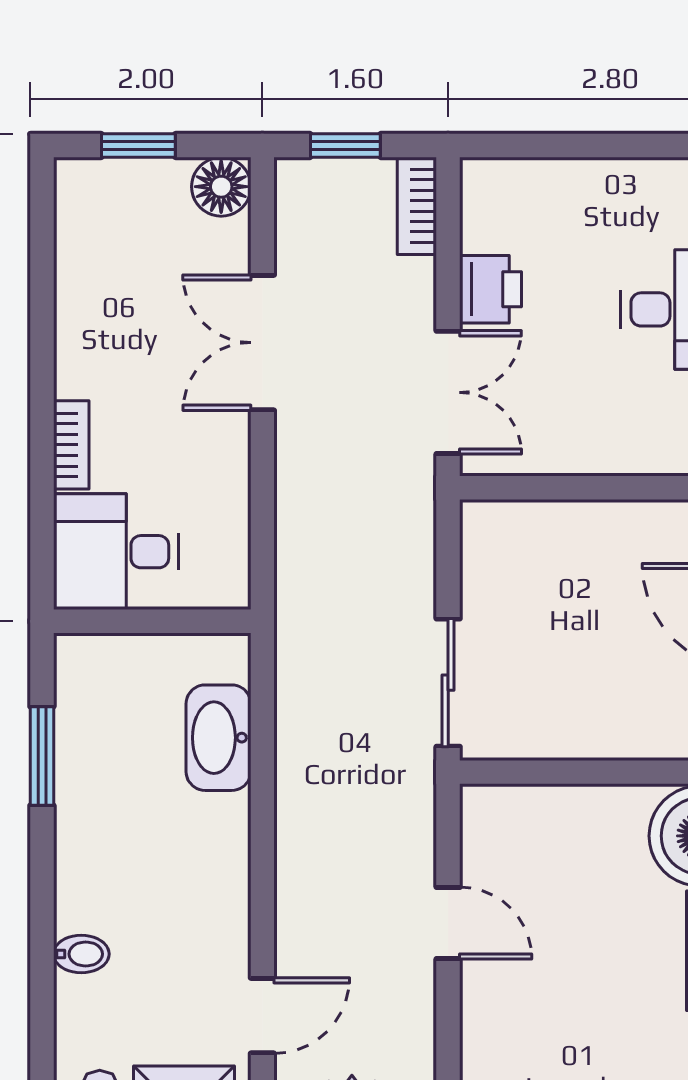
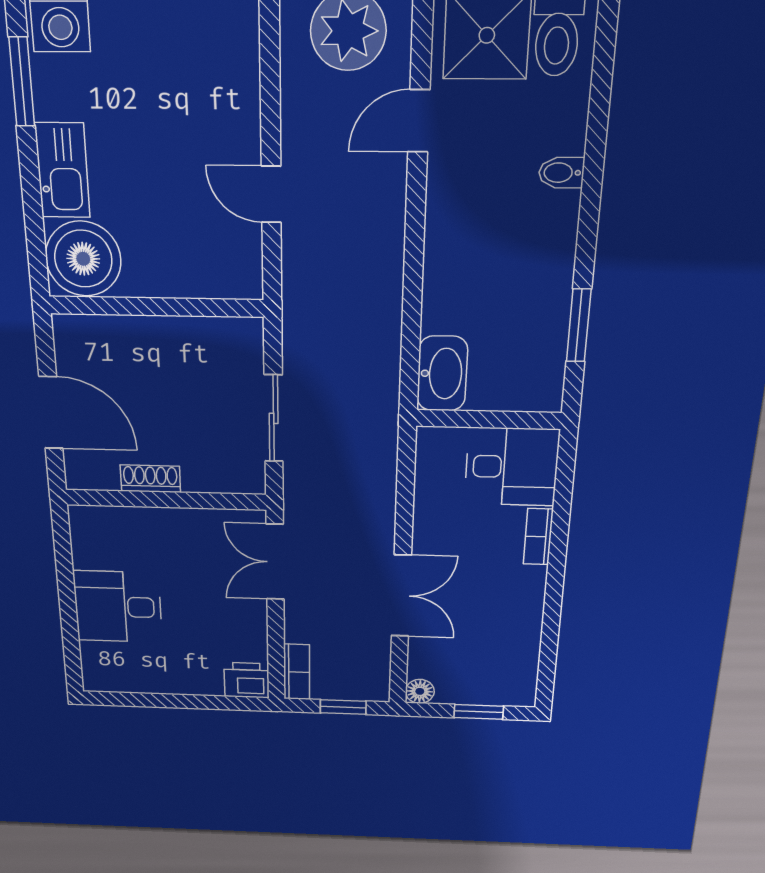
floor lamp: (221, 187) -> (420, 691), width x0.73, depth x0.73
printer: (491, 289) -> (247, 680), moved, turned 90
shoe rack: (625, 520) -> (150, 479), added
sliding door: (448, 683) -> (274, 418), moved
washbasin: (218, 738) -> (442, 374), moved

